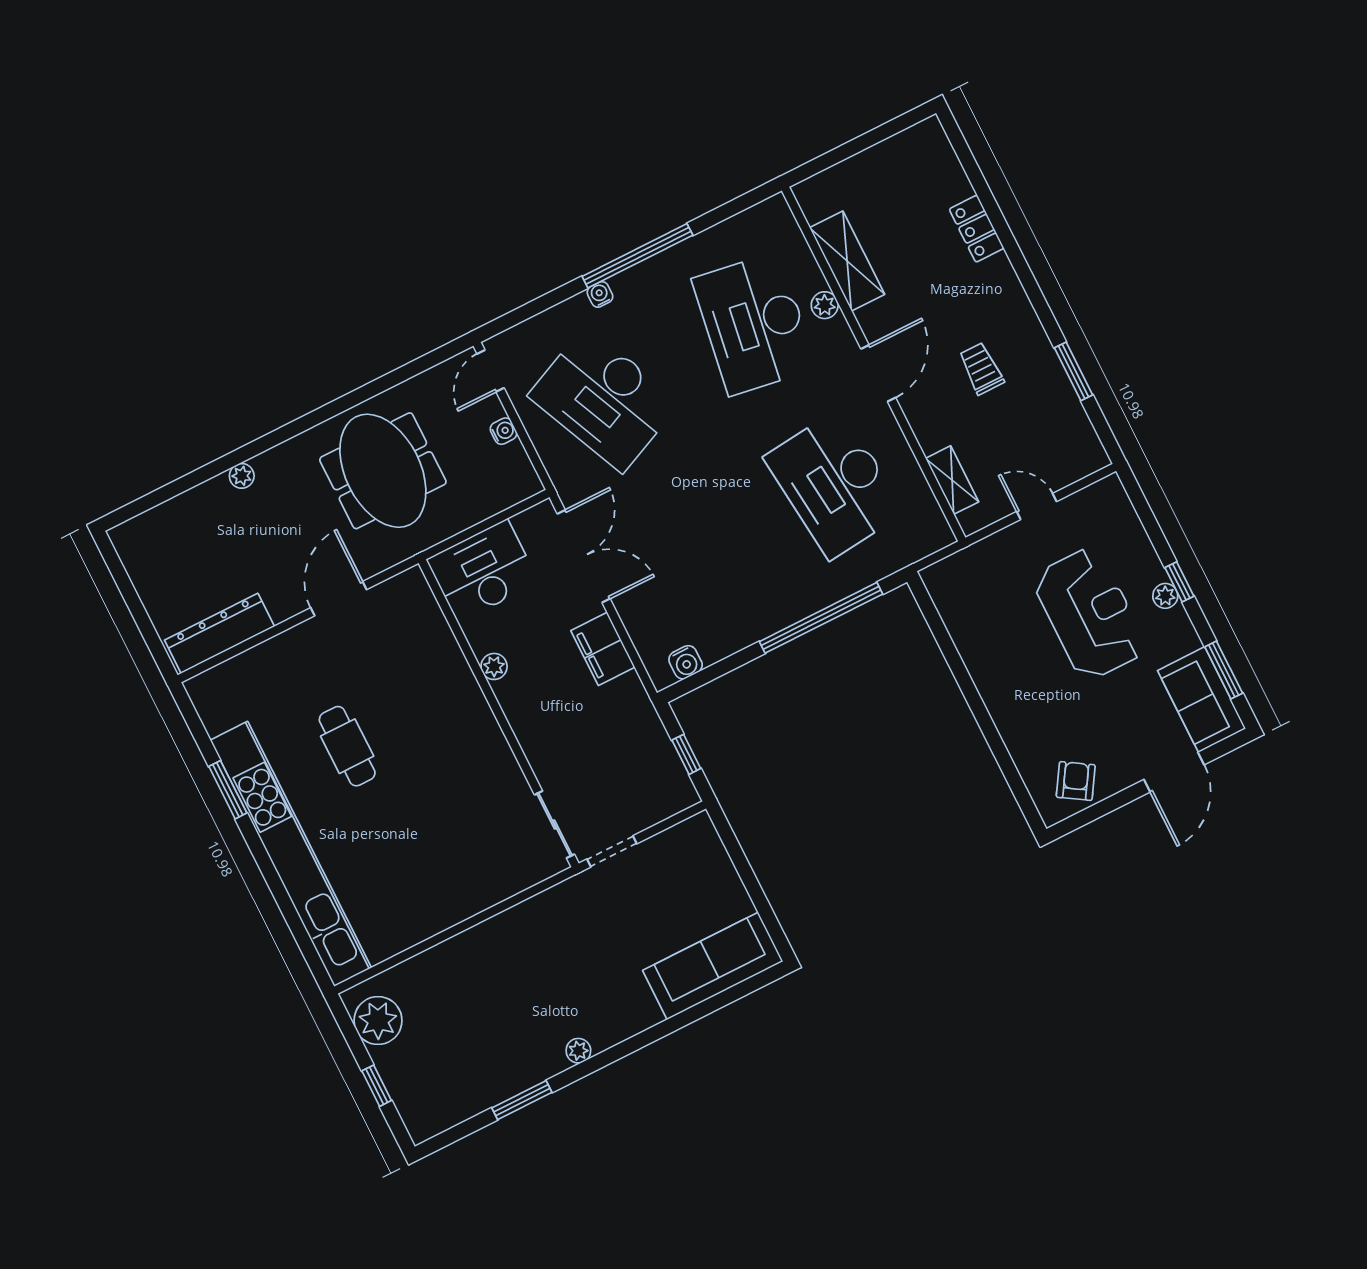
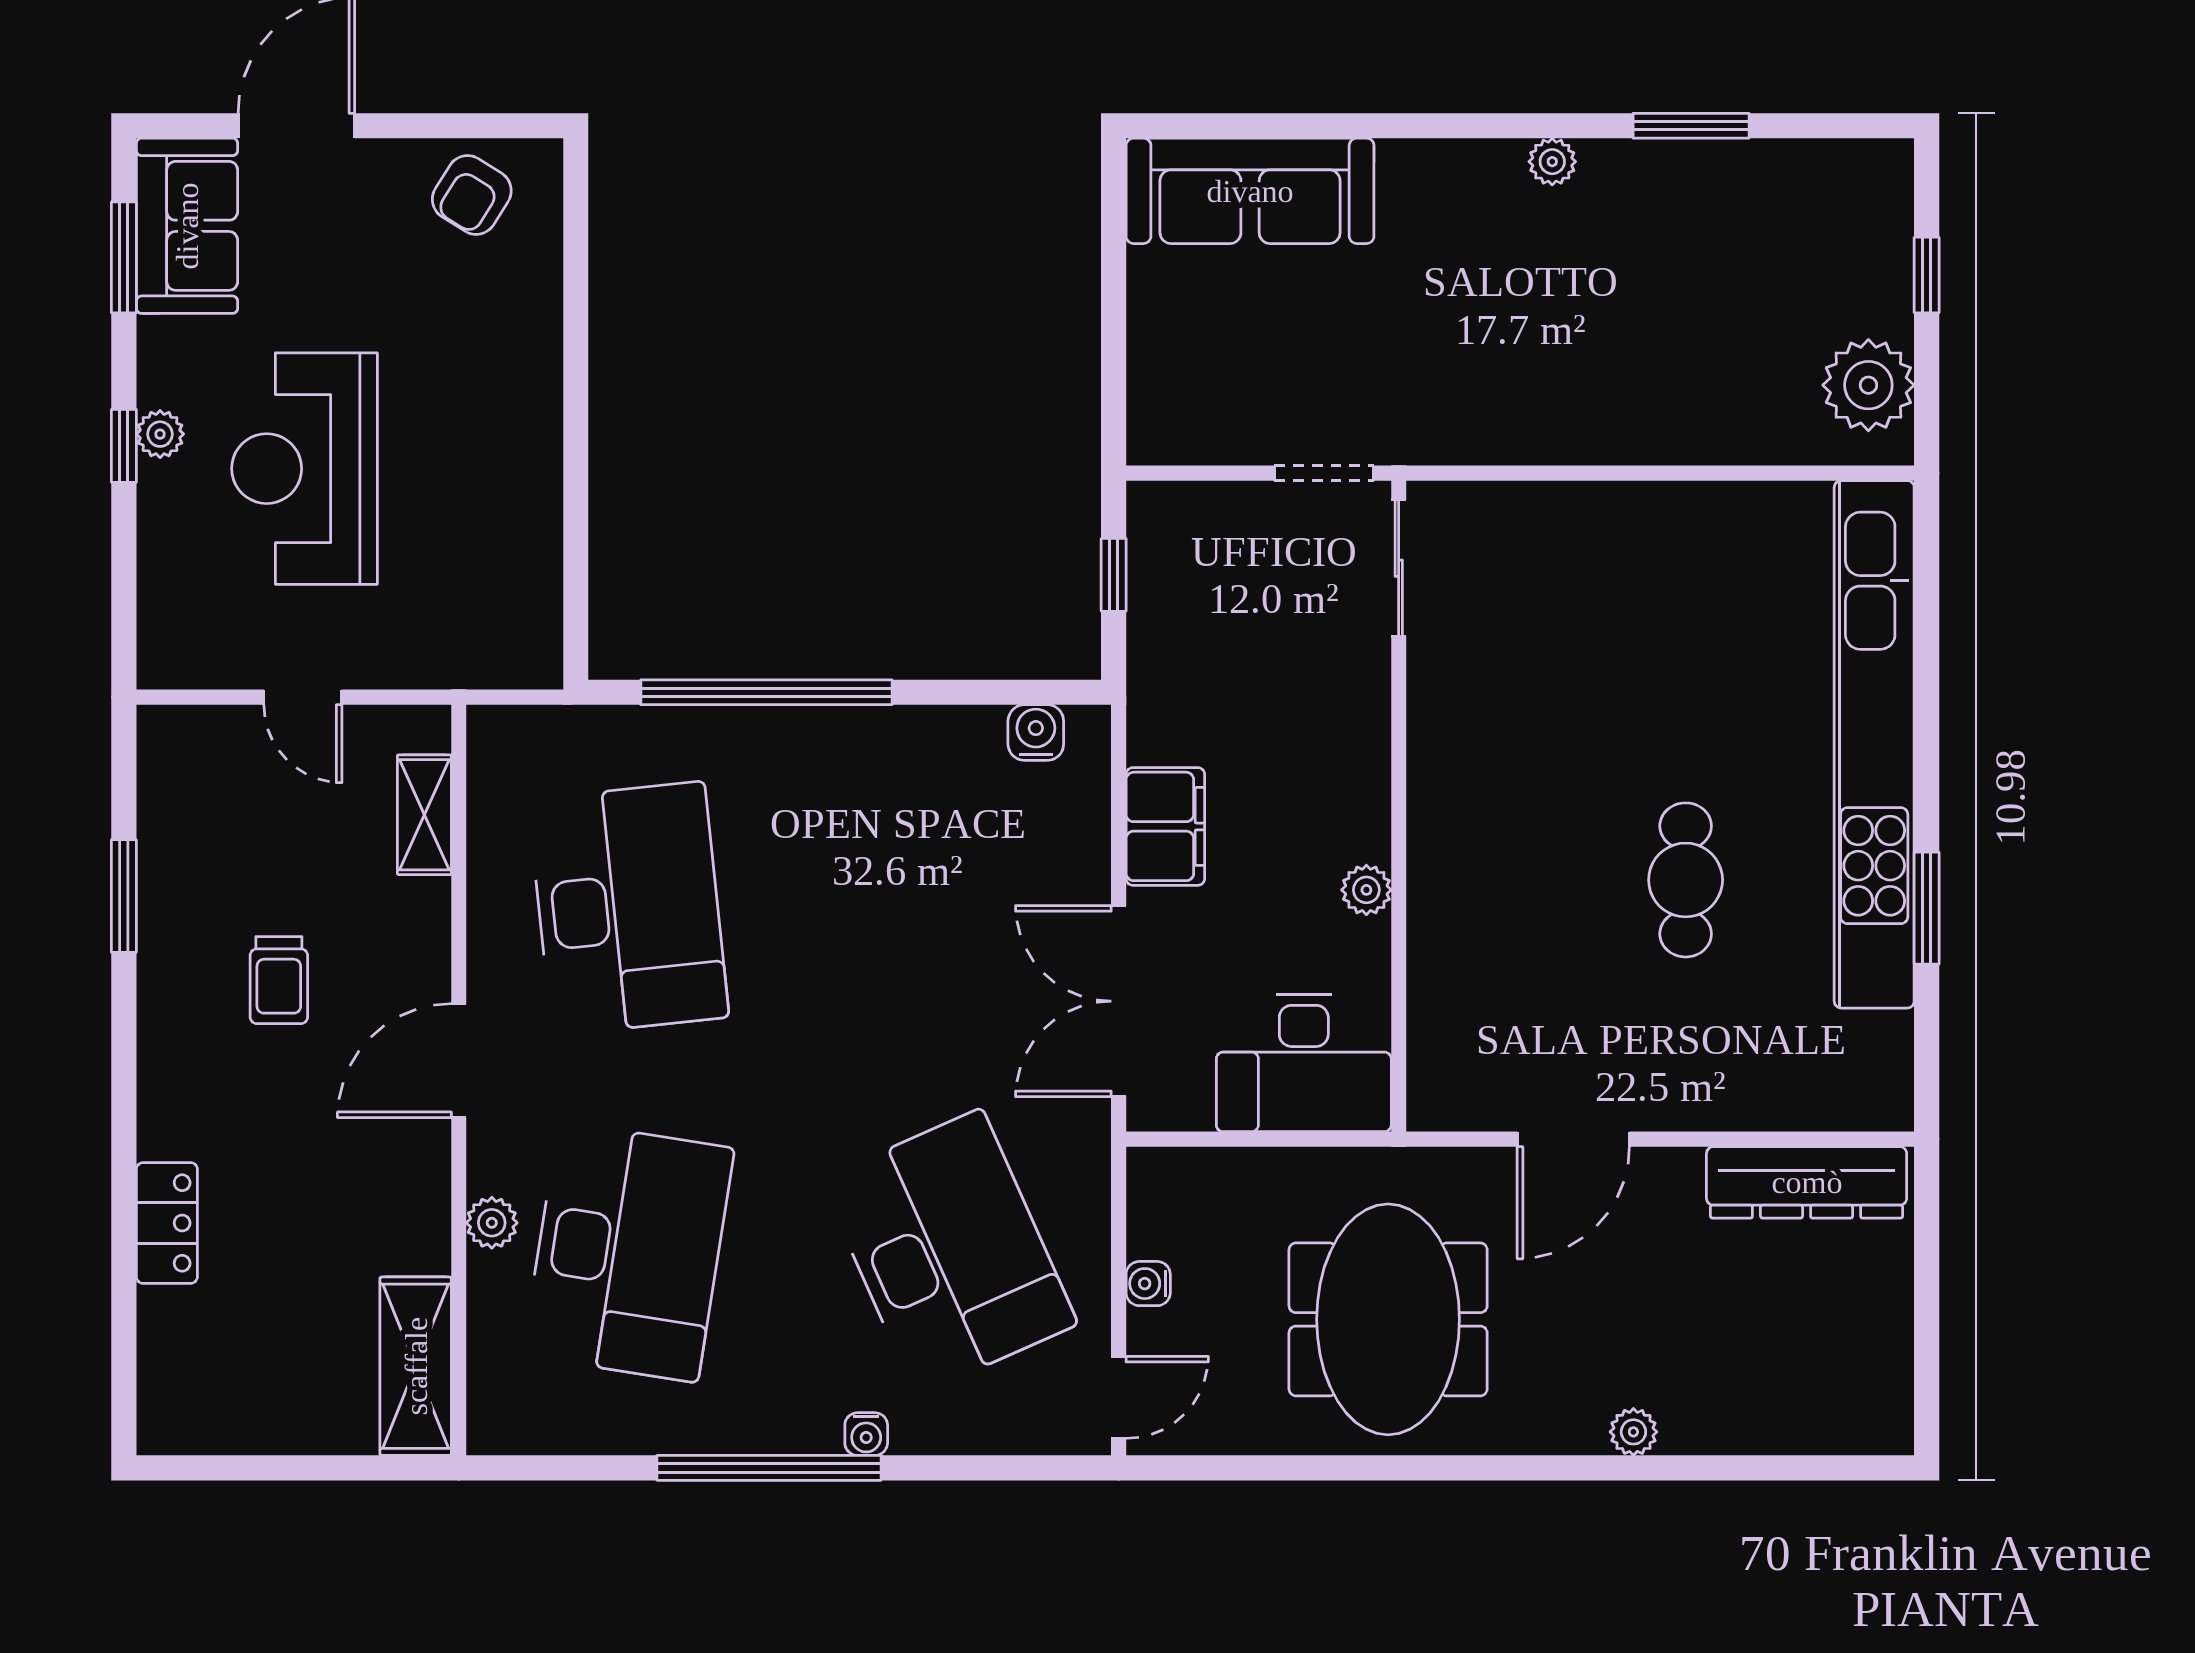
shelving: (847, 261) -> (416, 1366), moved

